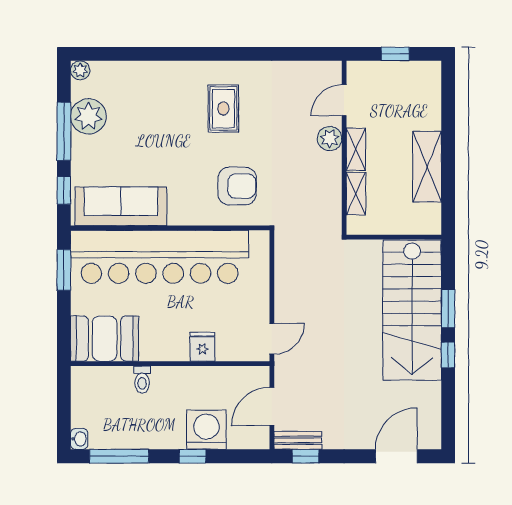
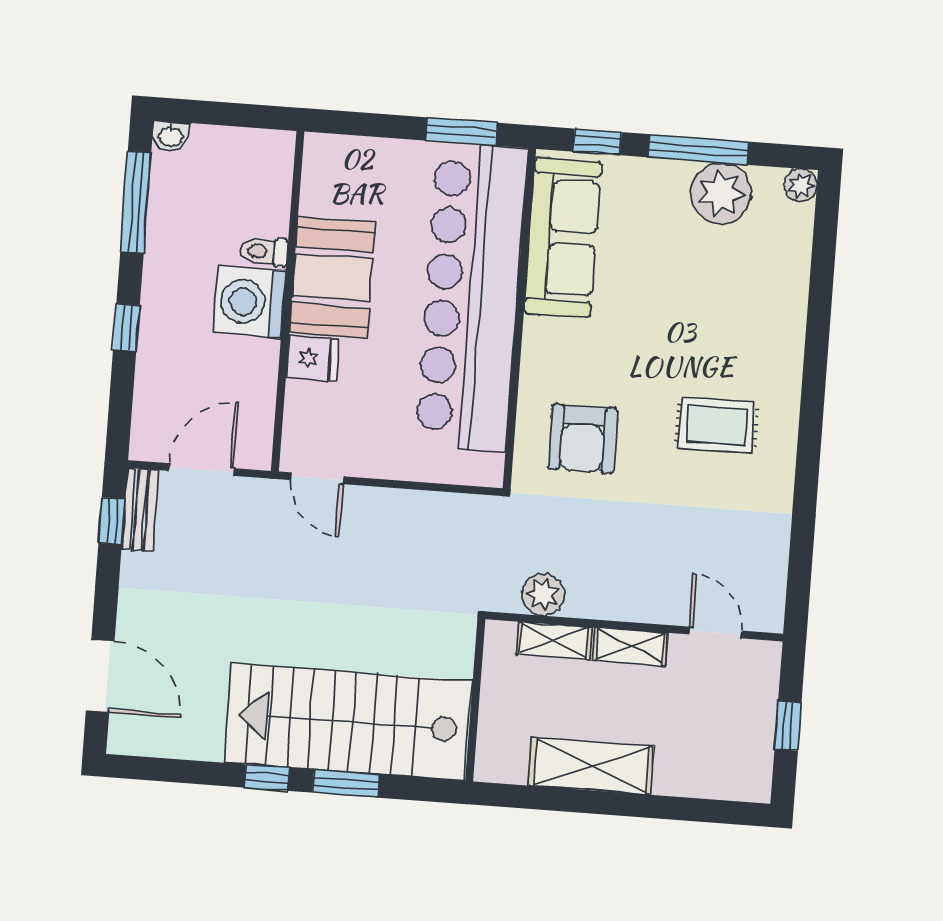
plant: (330, 138) -> (543, 595), moved
booth: (105, 339) -> (332, 278), moved
door: (272, 406) -> (201, 470), hinge flipped
washing machine: (206, 430) -> (250, 302), moved, turned 180

